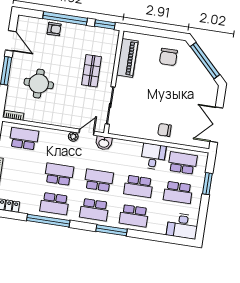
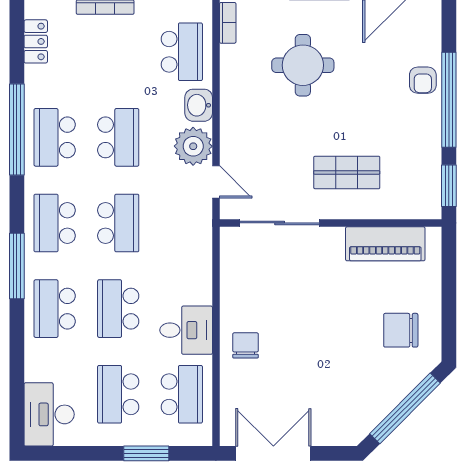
plant: (73, 137) -> (193, 146), width x1.87, depth x1.87
washbasin: (104, 143) -> (199, 105), moved

